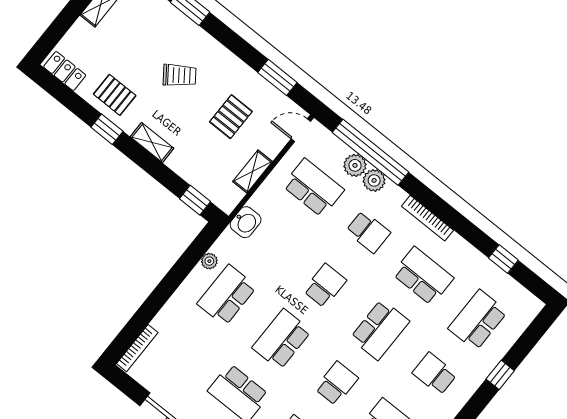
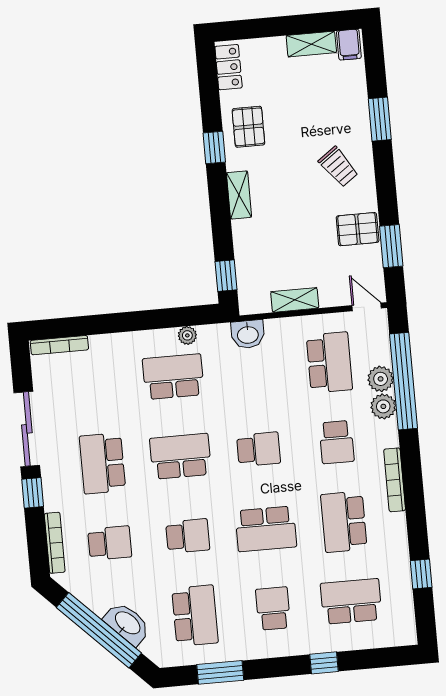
trolley: (180, 75) -> (338, 167), moved
pallet: (231, 117) -> (358, 229), moved
school desk: (423, 276) -> (344, 522), turned 180

